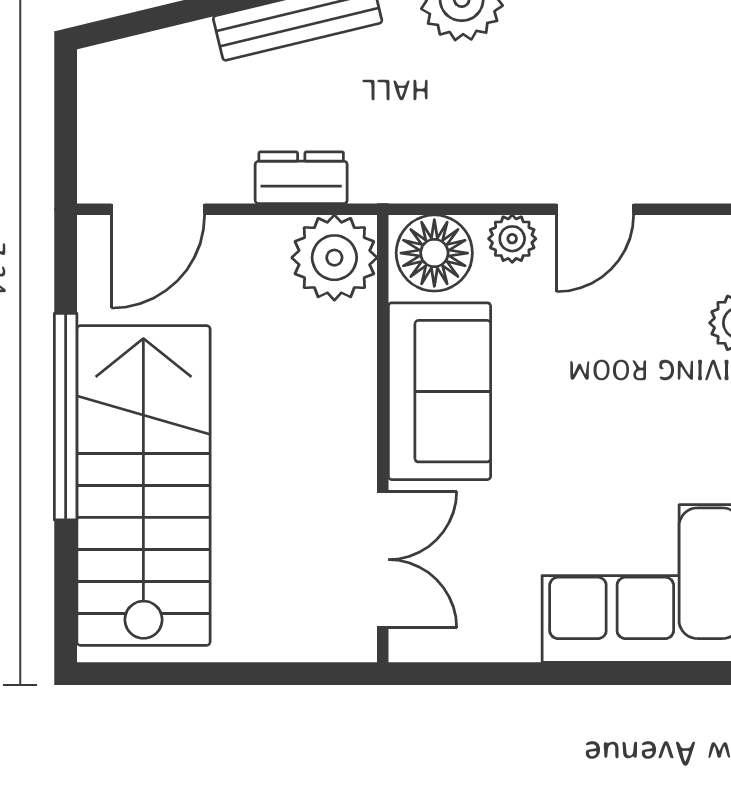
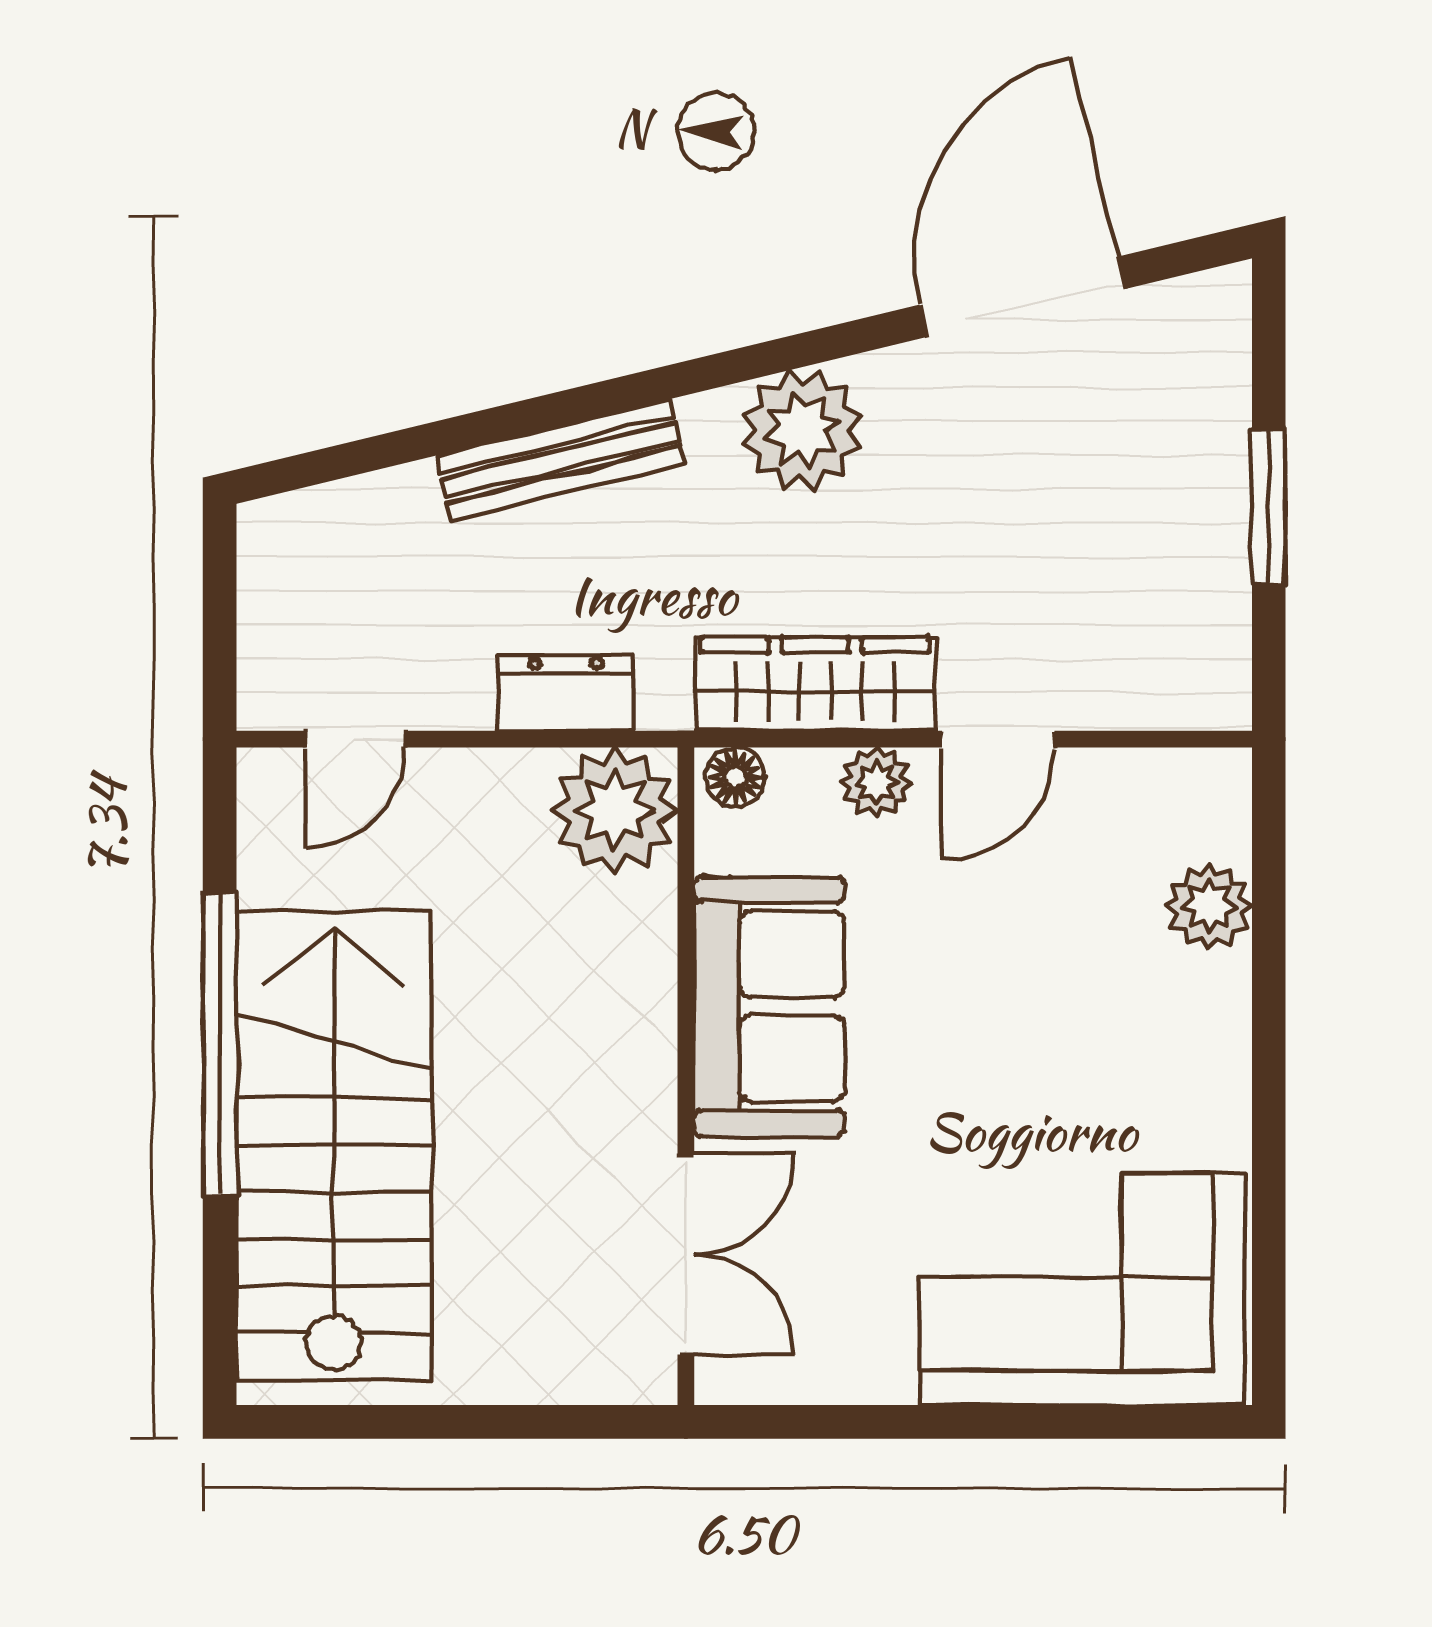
wardrobe: (471, 172) -> (815, 684), added
door: (158, 209) -> (355, 739), width x0.73
floor lamp: (434, 253) -> (736, 777), width x0.53, depth x0.53

